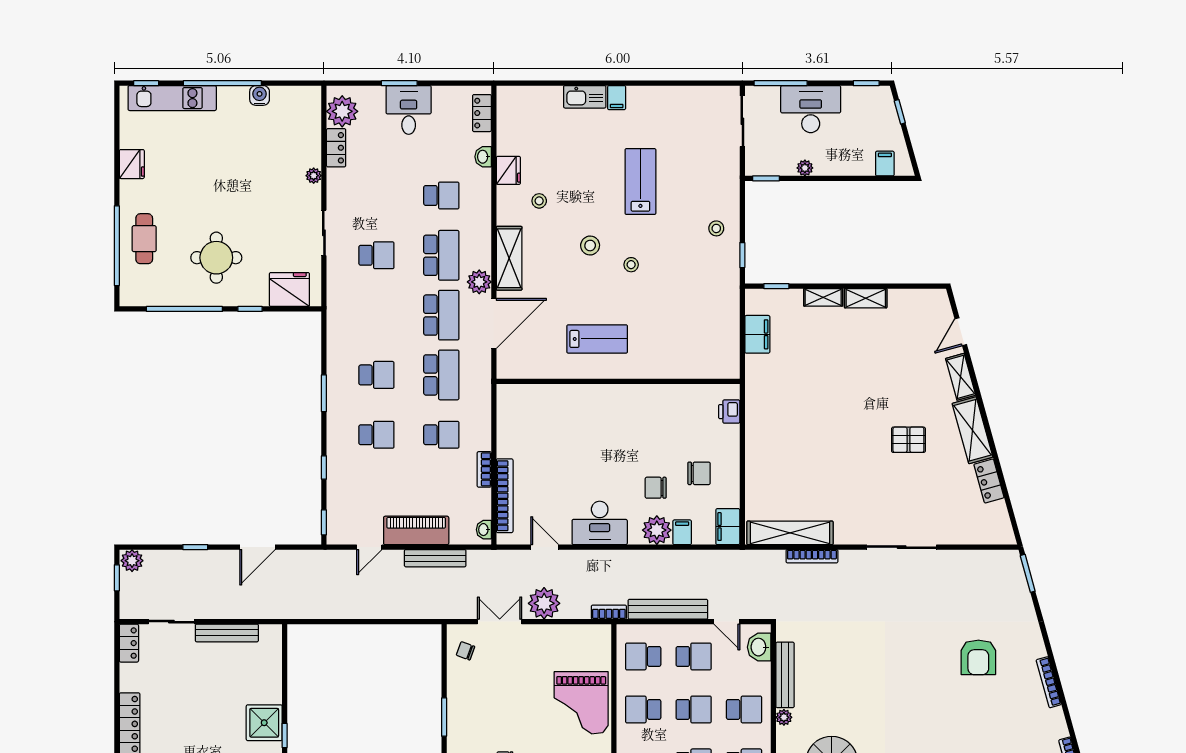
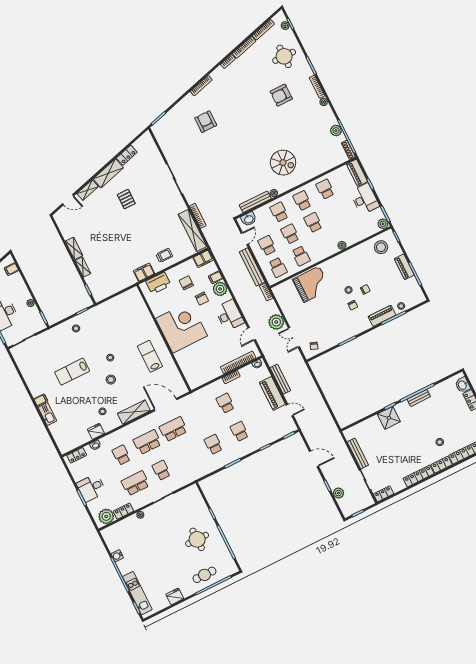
plant: (479, 282) -> (151, 420), removed
fridge: (289, 289) -> (195, 501), removed
filing cabinet: (757, 334) -> (144, 272), moved
school desk: (441, 375) -> (135, 483), moved
printer: (729, 412) -> (158, 283), width x1.87, depth x1.48
corner desk: (622, 424) -> (182, 327), added
trolley: (770, 458) -> (164, 255), added
plant: (132, 561) -> (338, 493), moved
armchair: (978, 657) -> (206, 122), turned -90

